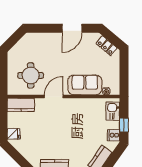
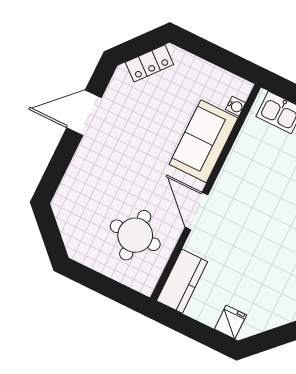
door: (72, 28) -> (84, 113), swing flipped

